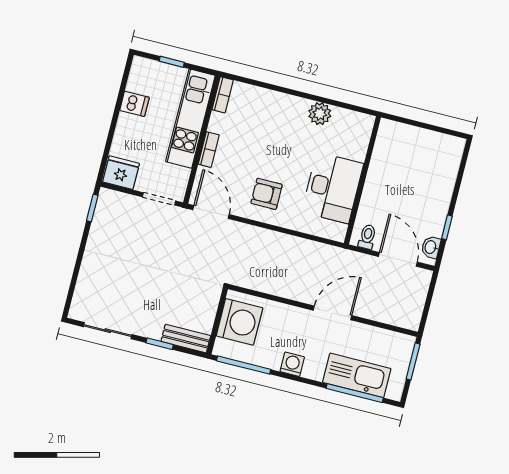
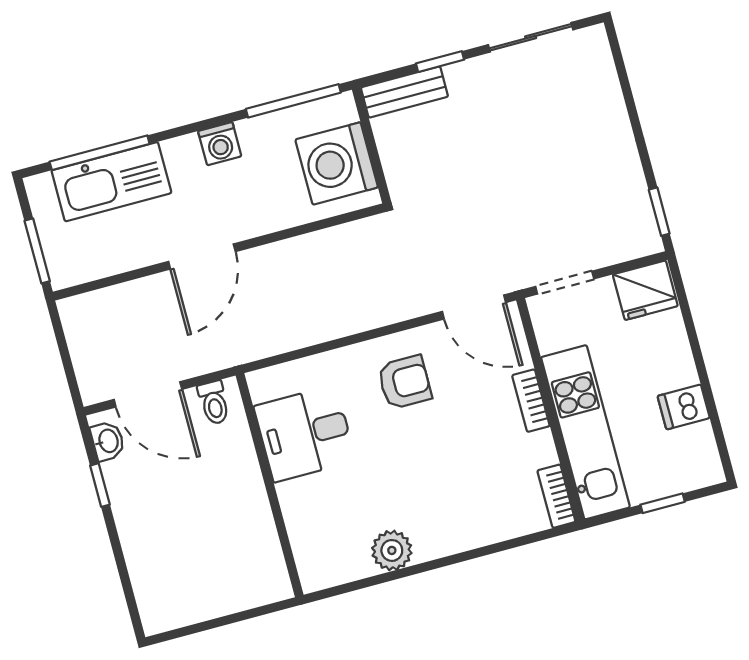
desk: (333, 188) -> (305, 434), width x0.73

